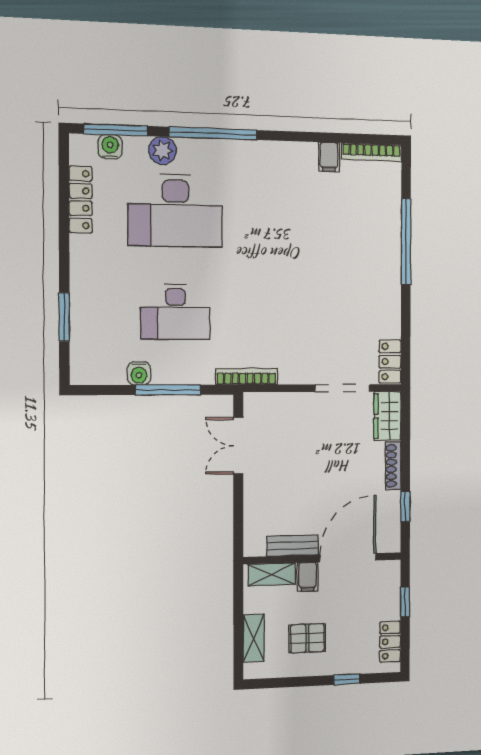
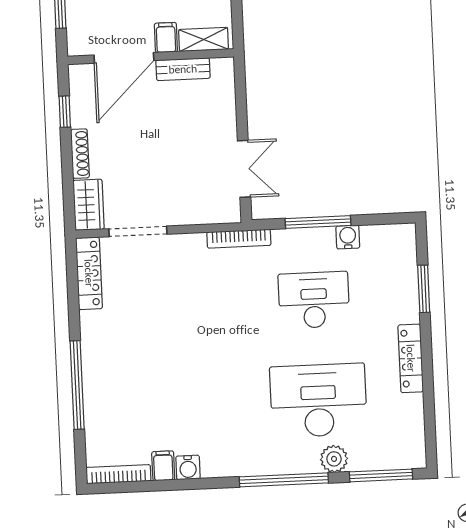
water cooler: (110, 147) -> (188, 467), moved
locker: (81, 200) -> (411, 358), moved
locker: (390, 362) -> (89, 273), width x1.53

